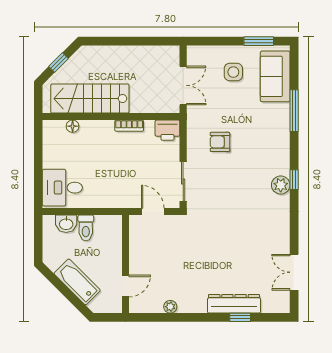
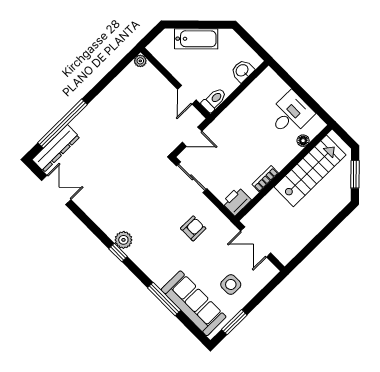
window: (59, 63) -> (355, 174), width x1.50
sofa: (275, 76) -> (194, 303), width x1.36
desk: (62, 188) -> (290, 114), moved
toilet: (86, 228) -> (214, 100), moved, turned 90
door: (126, 286) -> (187, 95), moved
dresser: (234, 304) -> (56, 148), moved
plant: (170, 307) -> (140, 61), moved
window: (240, 317) -> (63, 124), width x3.17

